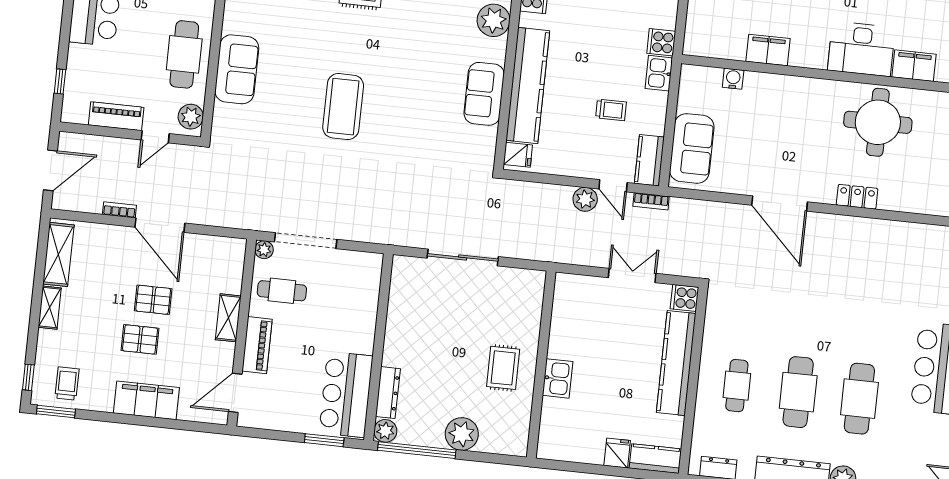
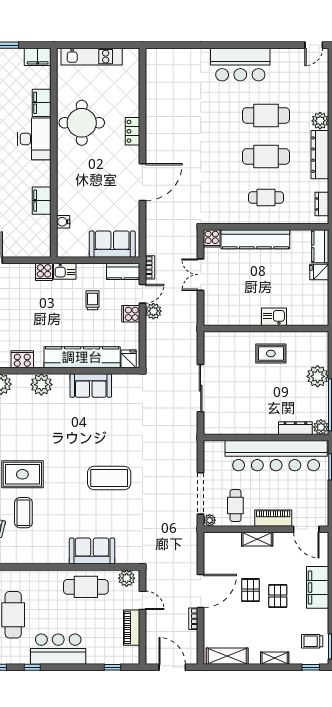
cooker: (585, 165) -> (131, 314), added
shelving: (50, 308) -> (275, 658), moved
bar counter: (346, 395) -> (276, 456), width x1.86

